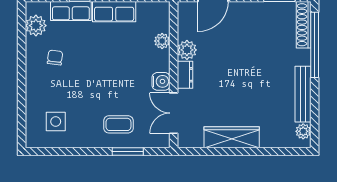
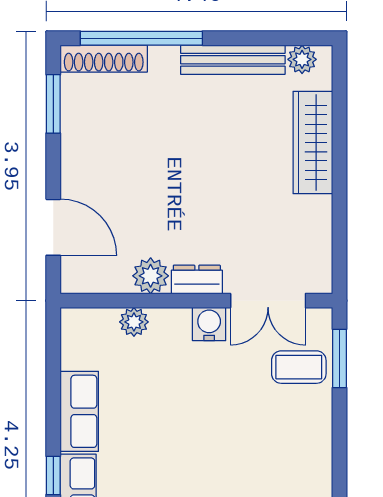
coffee table: (118, 124) -> (299, 367), moved, turned 90
wardrobe: (232, 137) -> (313, 143), moved
window: (128, 151) -> (339, 358), moved

